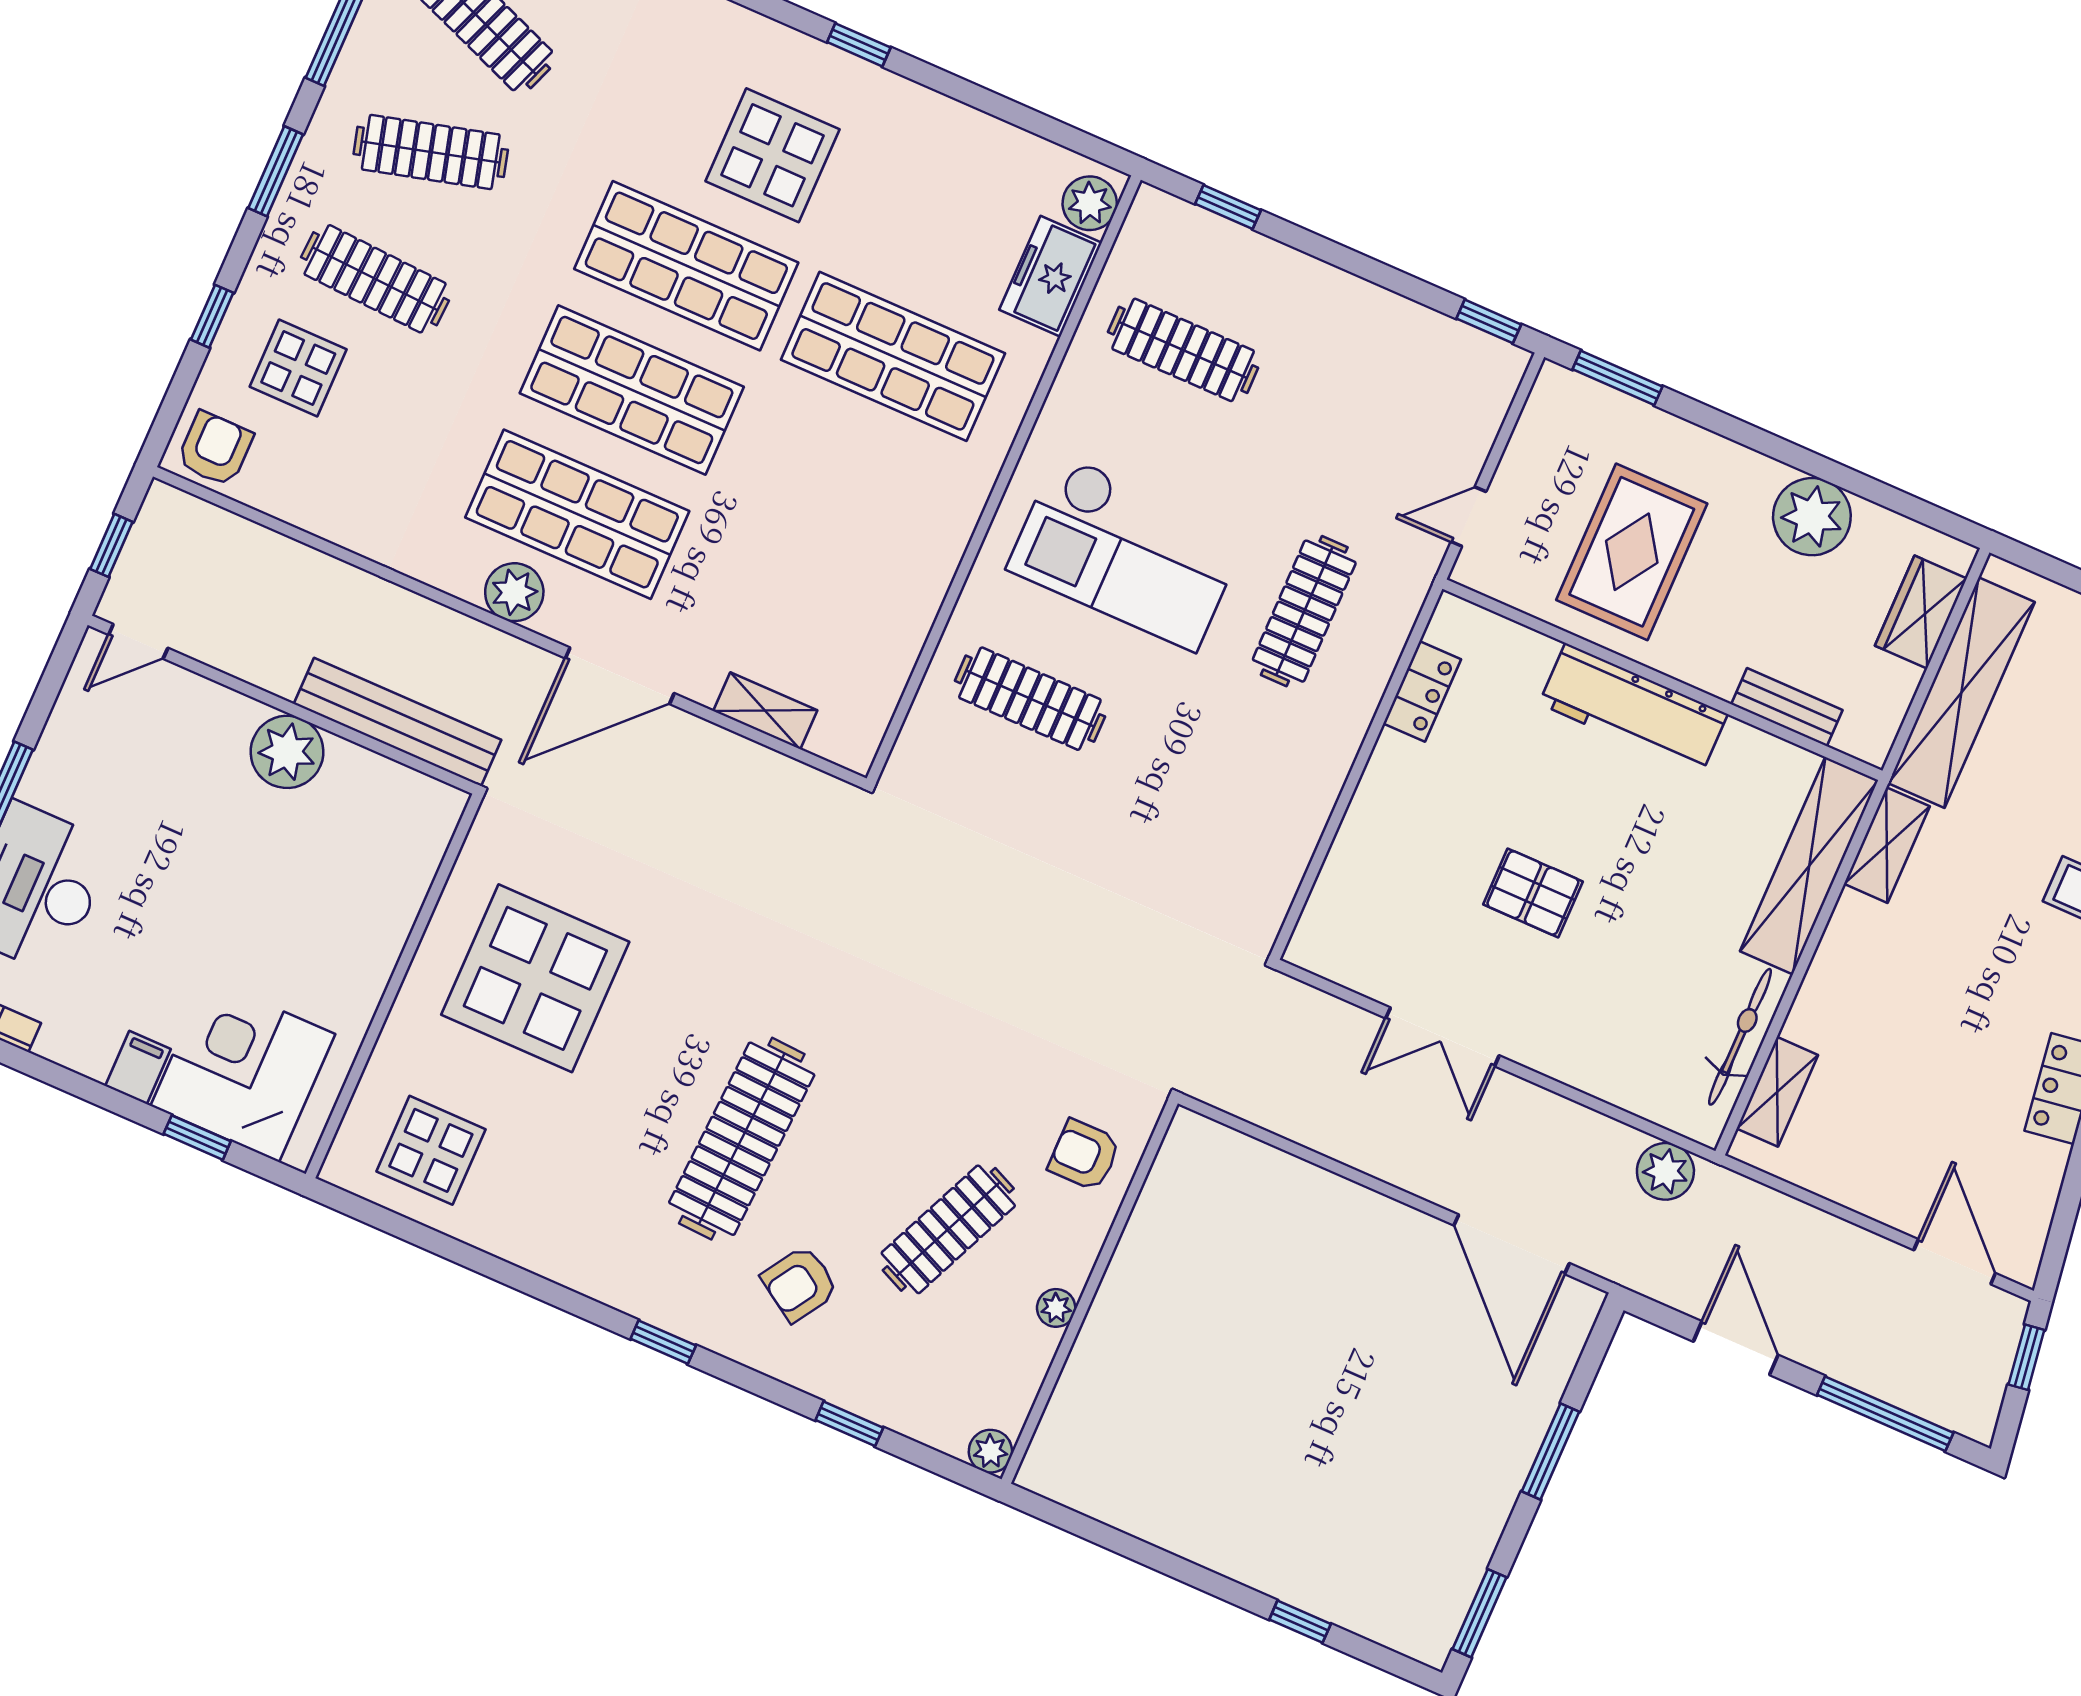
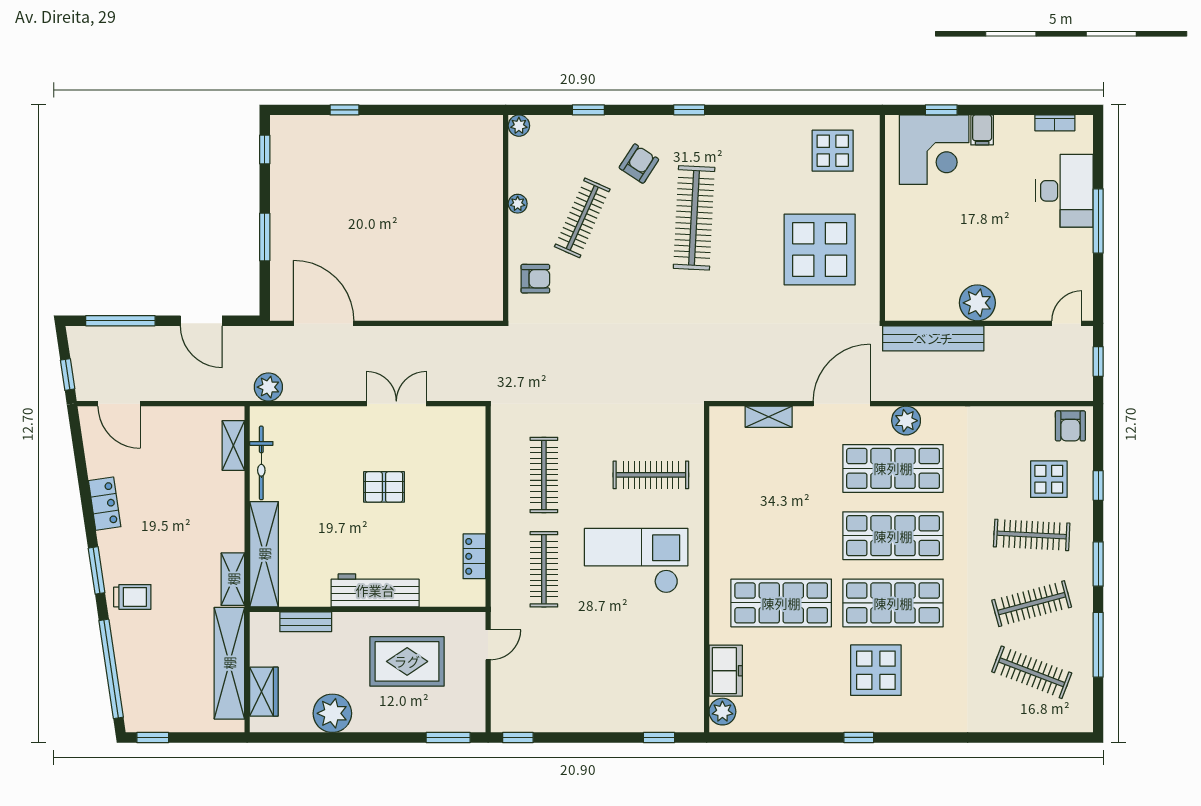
clothes rail: (1183, 350) -> (544, 475), moved, turned 90
rug: (1632, 552) -> (407, 661), turned 90
window: (1479, 1613) -> (265, 149), width x0.67

